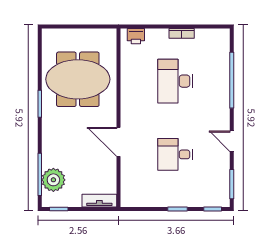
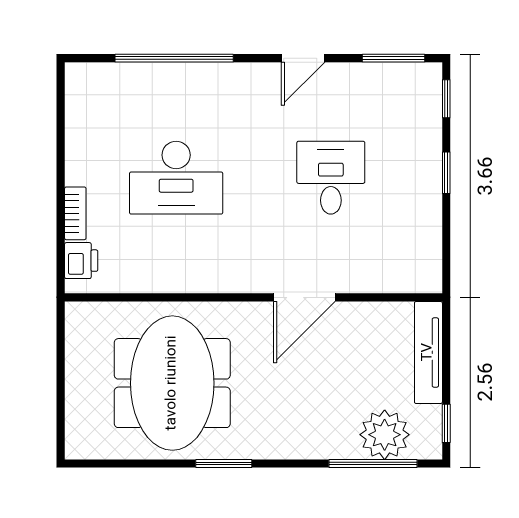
bookcase: (182, 33) -> (75, 213), moved
desk: (175, 154) -> (331, 178), turned 180
tv unit: (99, 201) -> (428, 352), width x1.41

